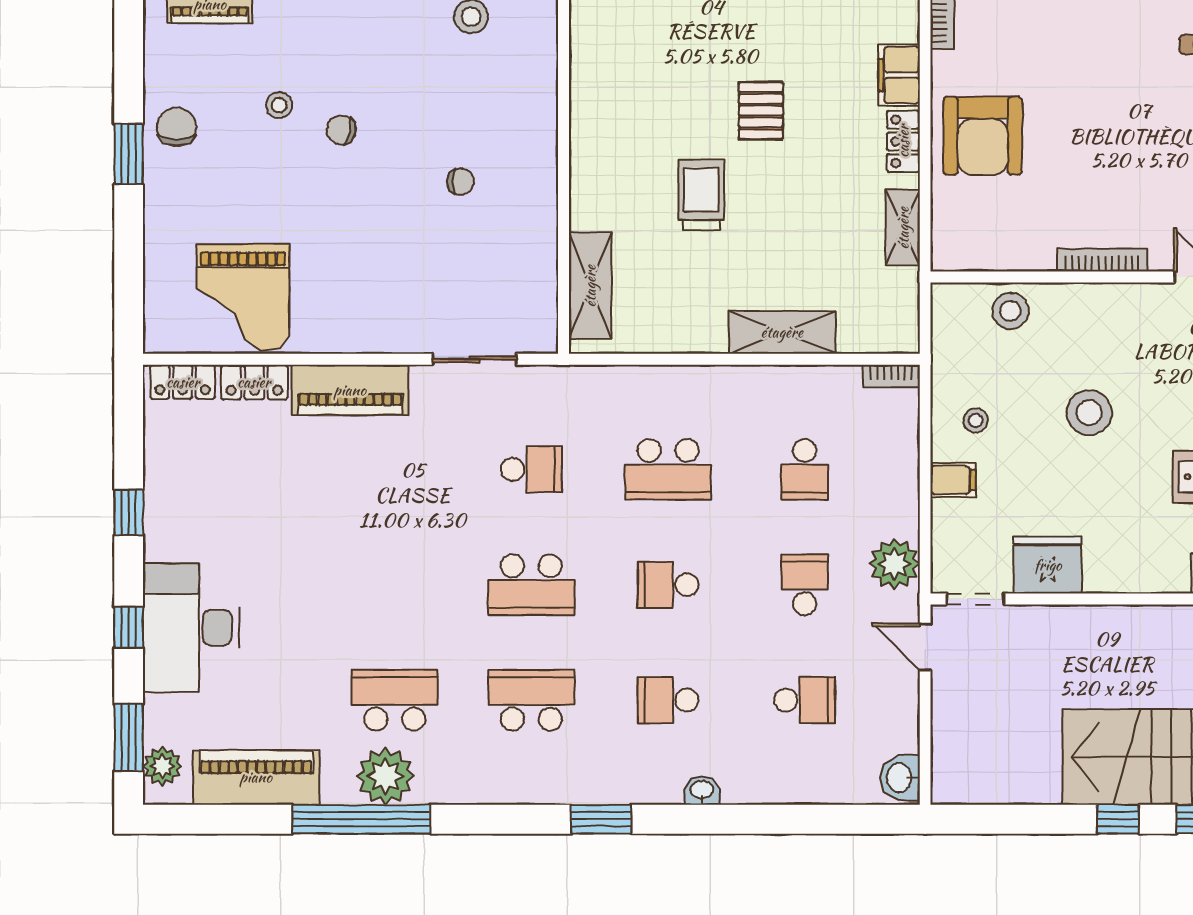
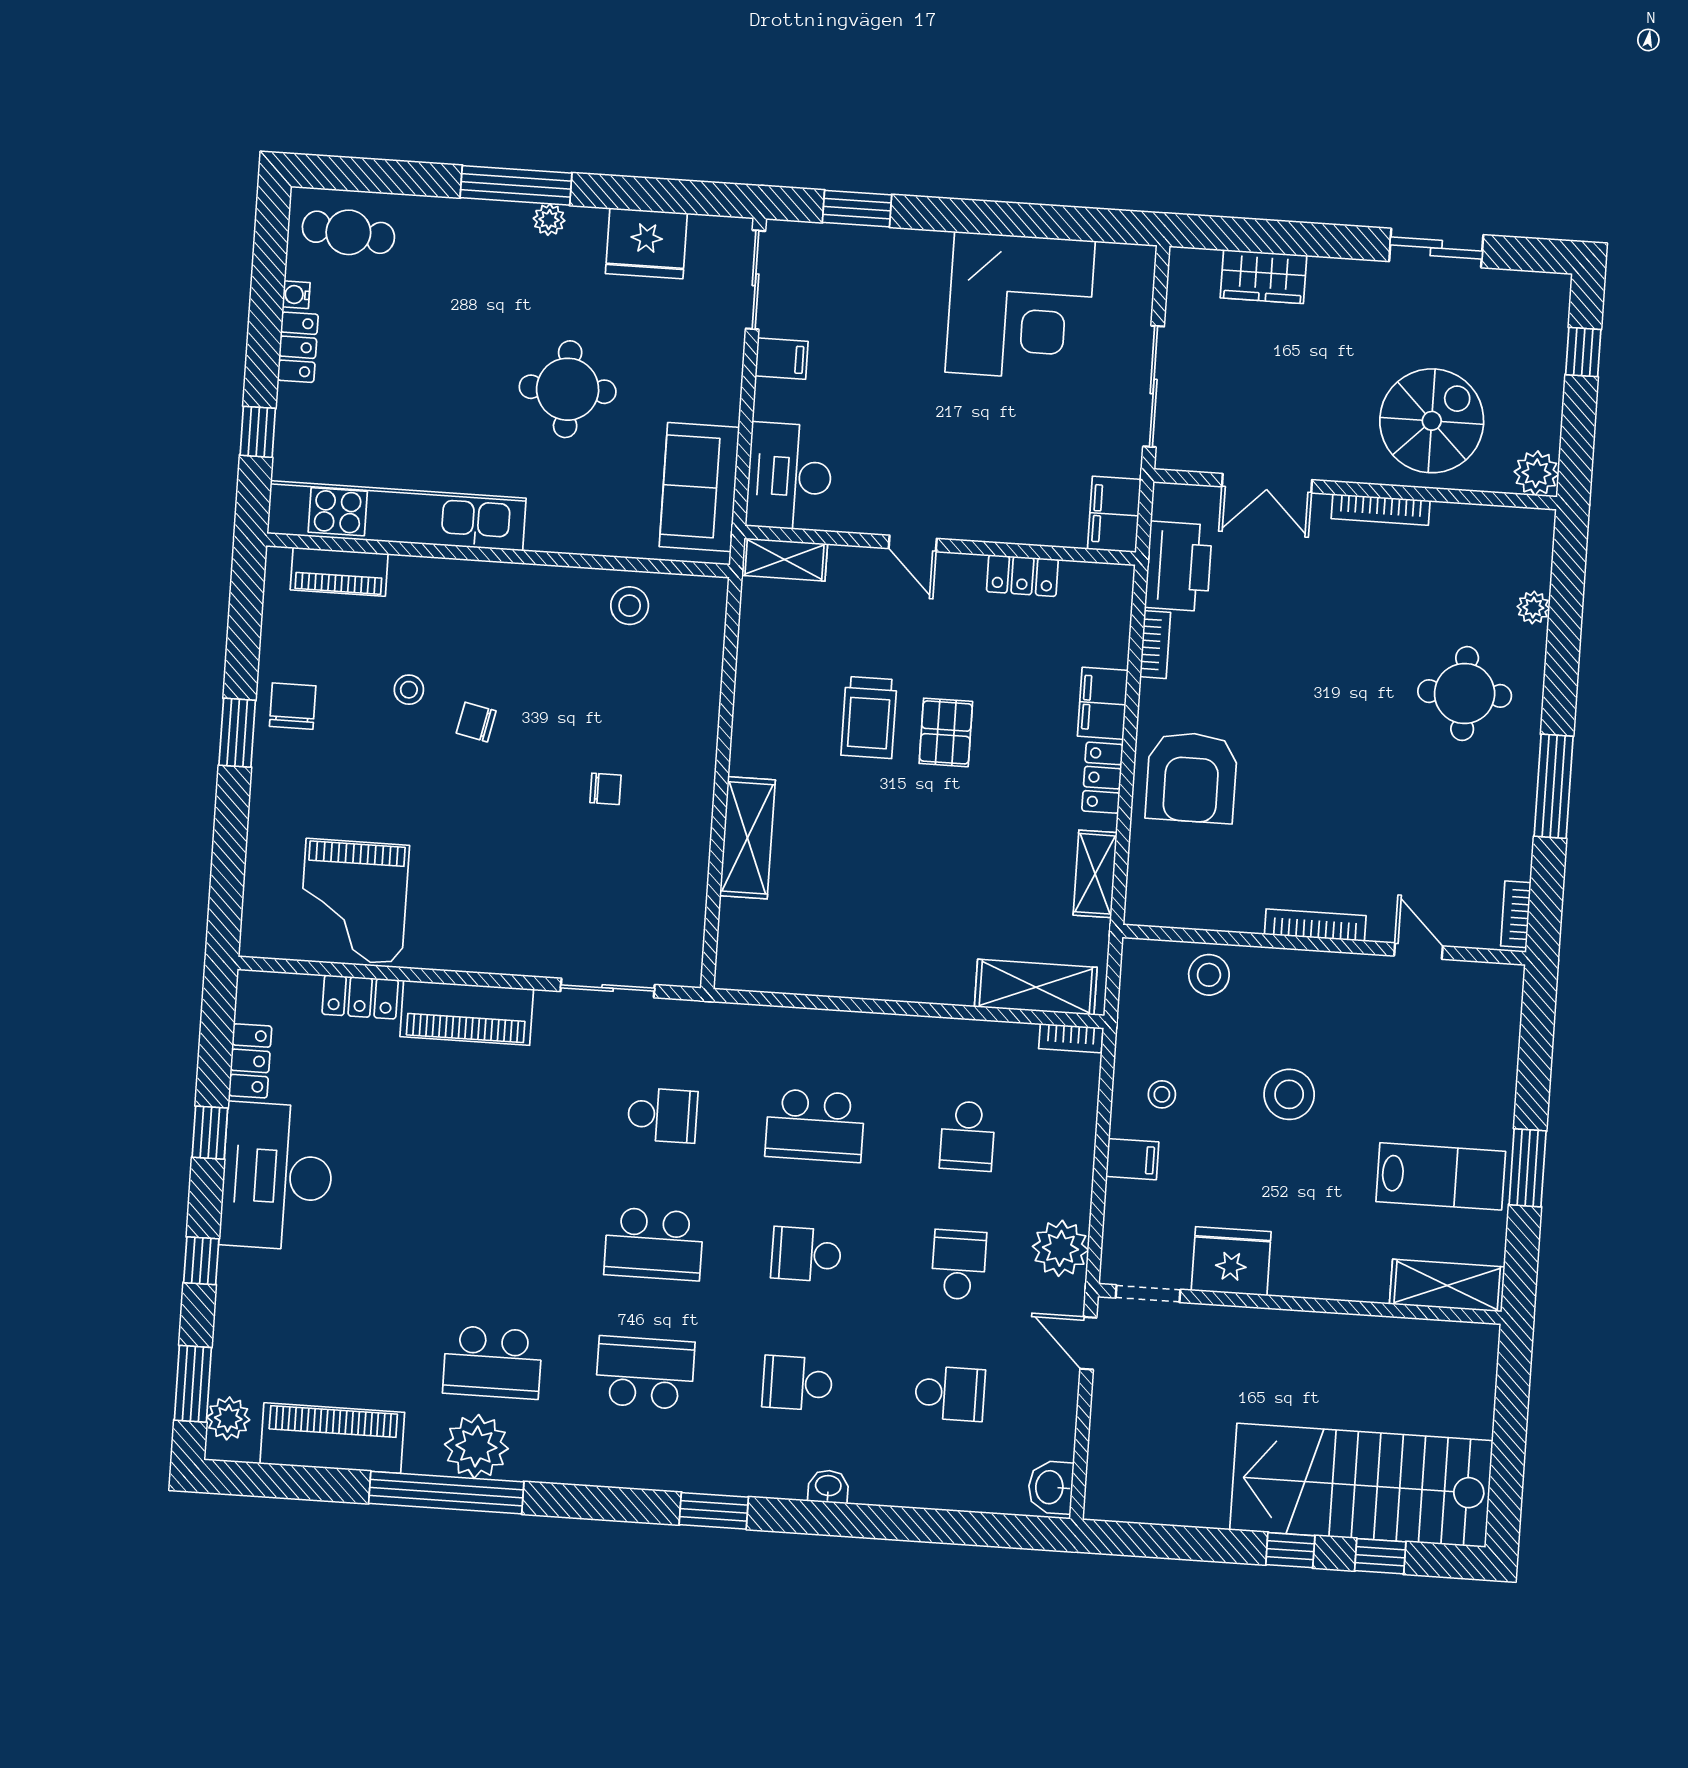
trolley: (701, 195) -> (869, 718), moved, turned 180
shelving: (590, 286) -> (747, 838), moved
shelving: (782, 332) -> (1036, 987), moved
locker: (183, 382) -> (250, 1061), moved, turned -90
desk: (191, 628) -> (277, 1176), moved
school desk: (395, 700) -> (493, 1362), turned 180

